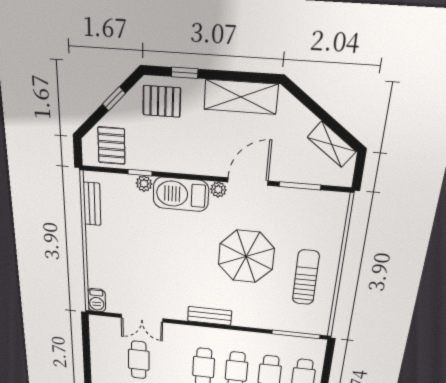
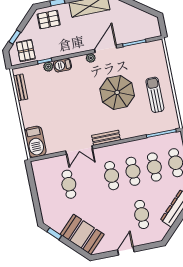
window: (114, 99) -> (15, 37), moved
shelving: (332, 144) -> (144, 17), removed
barbecue: (181, 194) -> (62, 65), width x0.53, depth x0.65
barbecue: (97, 300) -> (35, 142), width x1.88, depth x1.53
double door: (142, 318) -> (79, 150), moved

